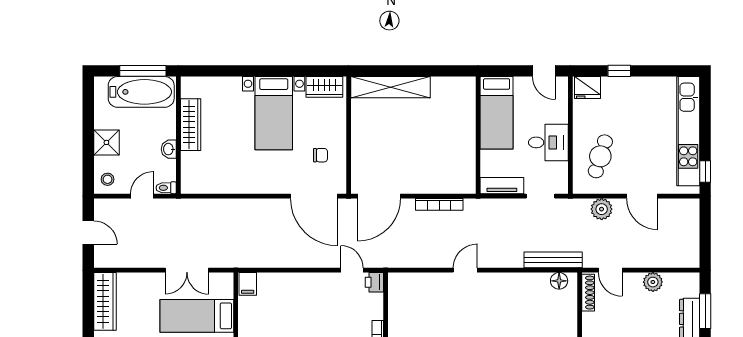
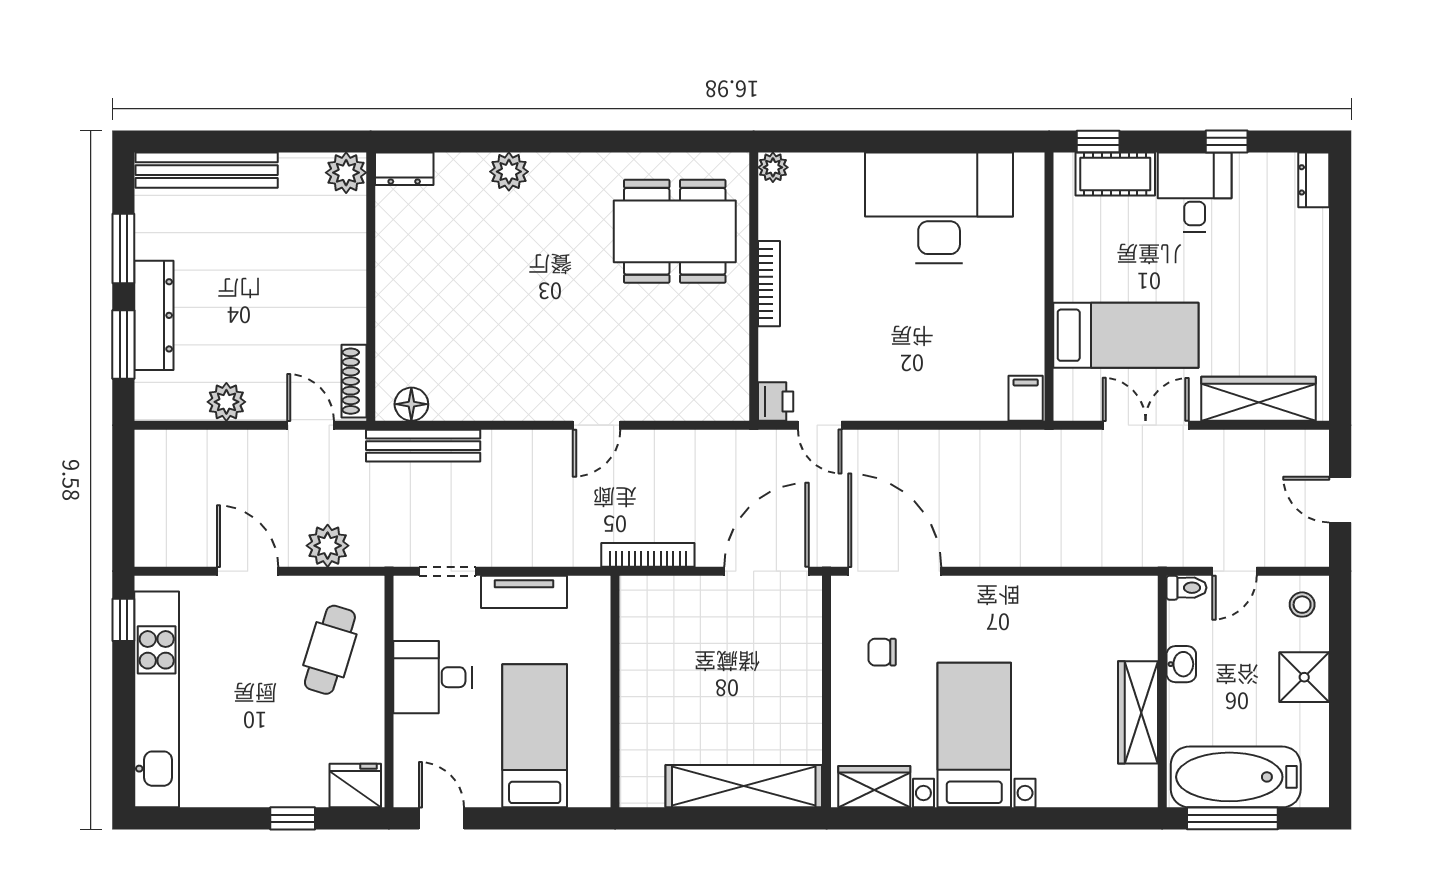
wall: (478, 135) -> (615, 691), moved
wardrobe: (105, 301) -> (1259, 399), moved, turned 90

